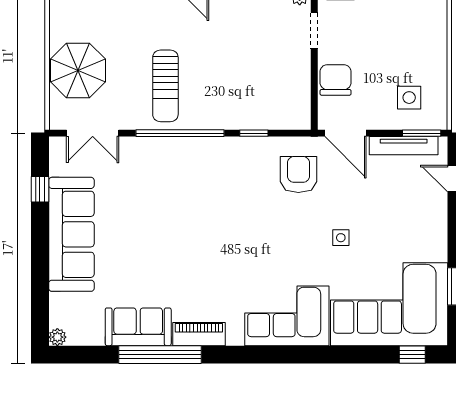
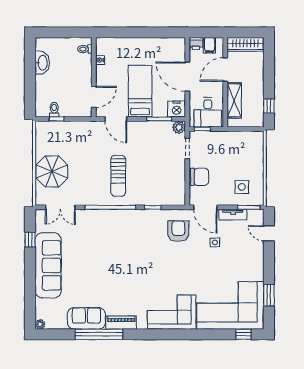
chair: (336, 80) -> (200, 177), turned 90
sun lounger: (165, 86) -> (118, 176), moved
tv unit: (404, 146) -> (233, 215), width x0.71
side table: (341, 238) -> (215, 242), moved

